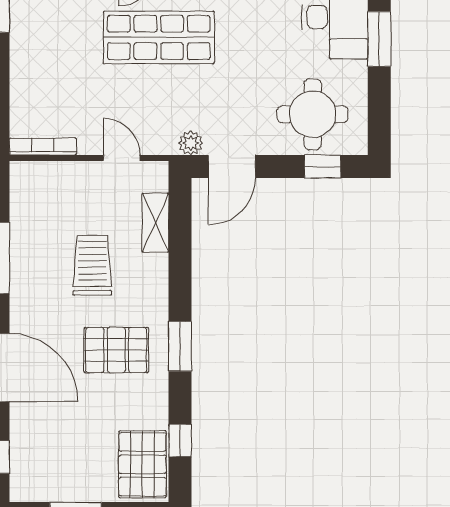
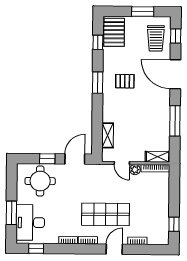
plant: (191, 143) -> (135, 170), moved
window: (323, 167) -> (47, 159), moved
shelving: (38, 174) -> (158, 157), added
trolley: (92, 265) -> (156, 38), moved
pallet: (116, 350) -> (125, 81), width x0.67, depth x0.71

